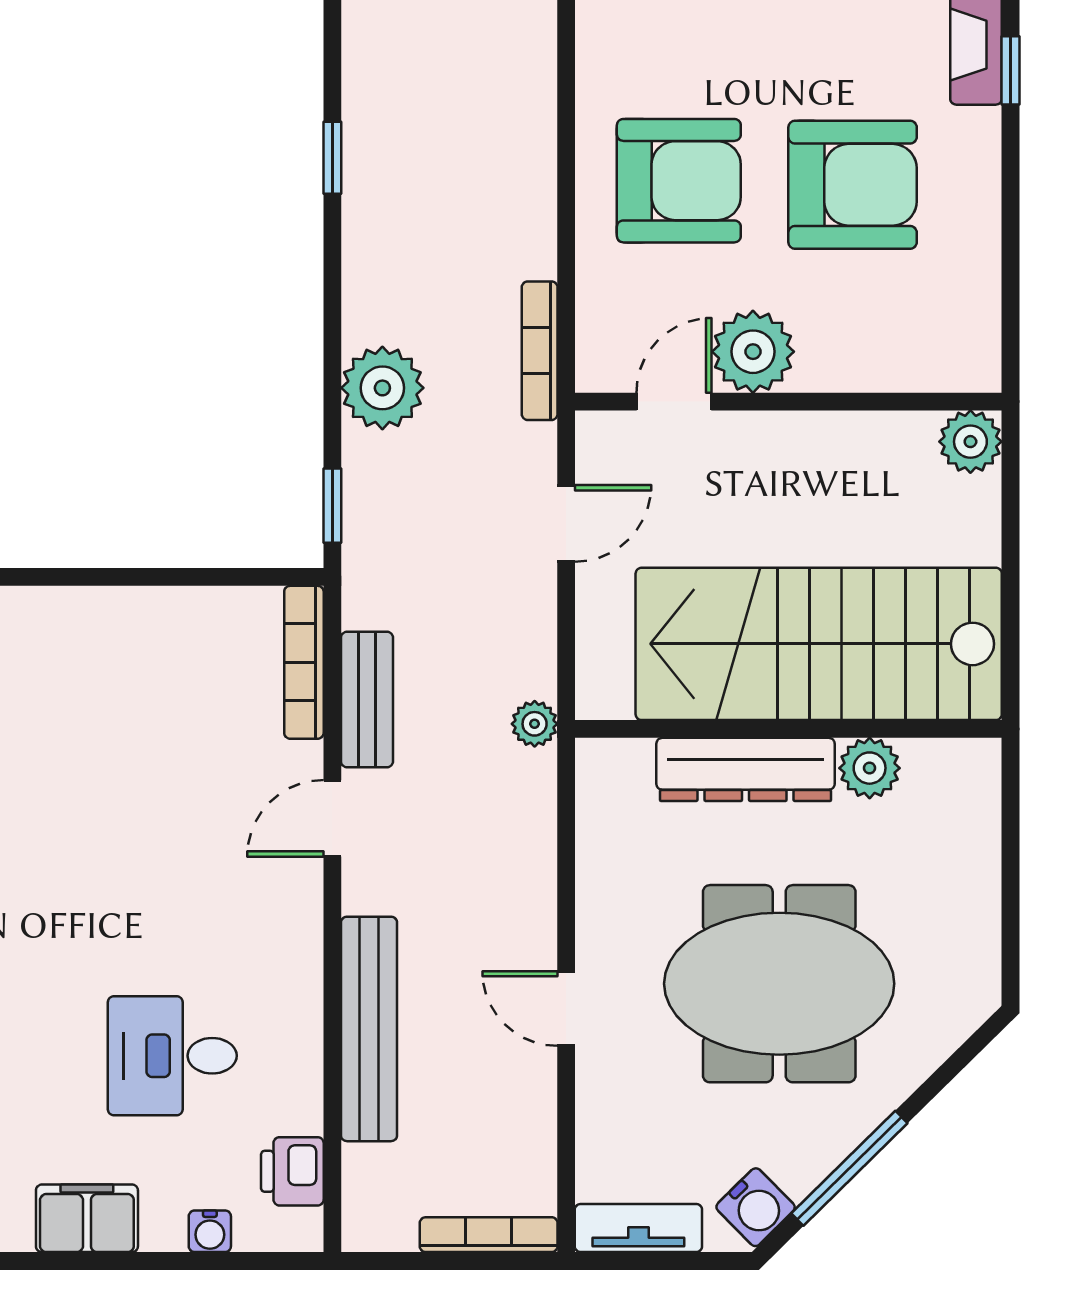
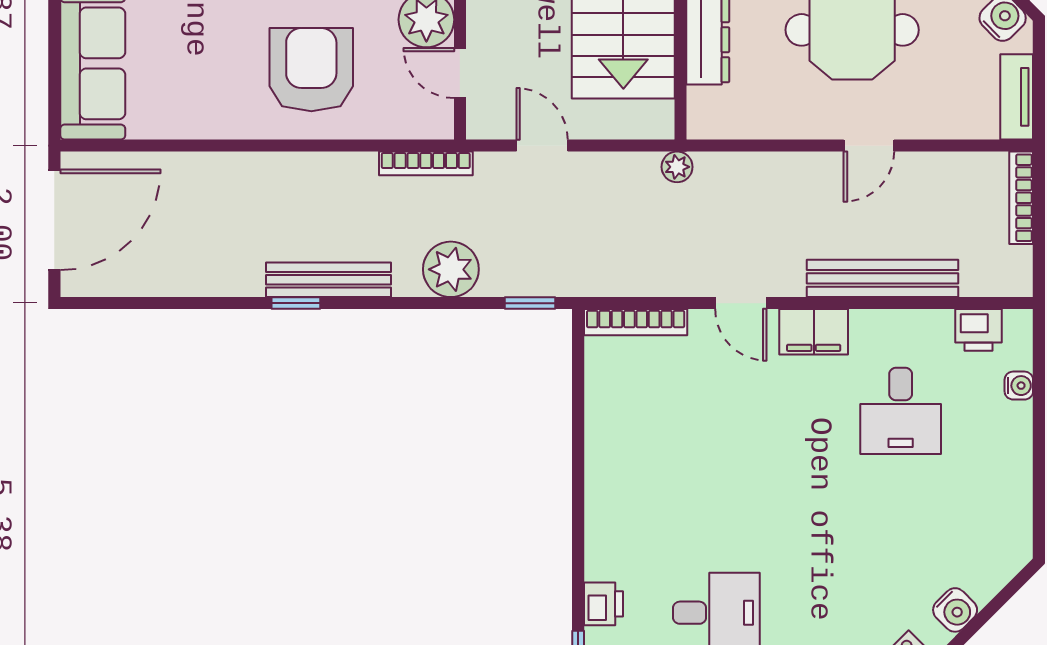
bench: (367, 699) -> (328, 280), moved, width x1.36
filing cabinet: (87, 1218) -> (814, 332), moved, turned -90

